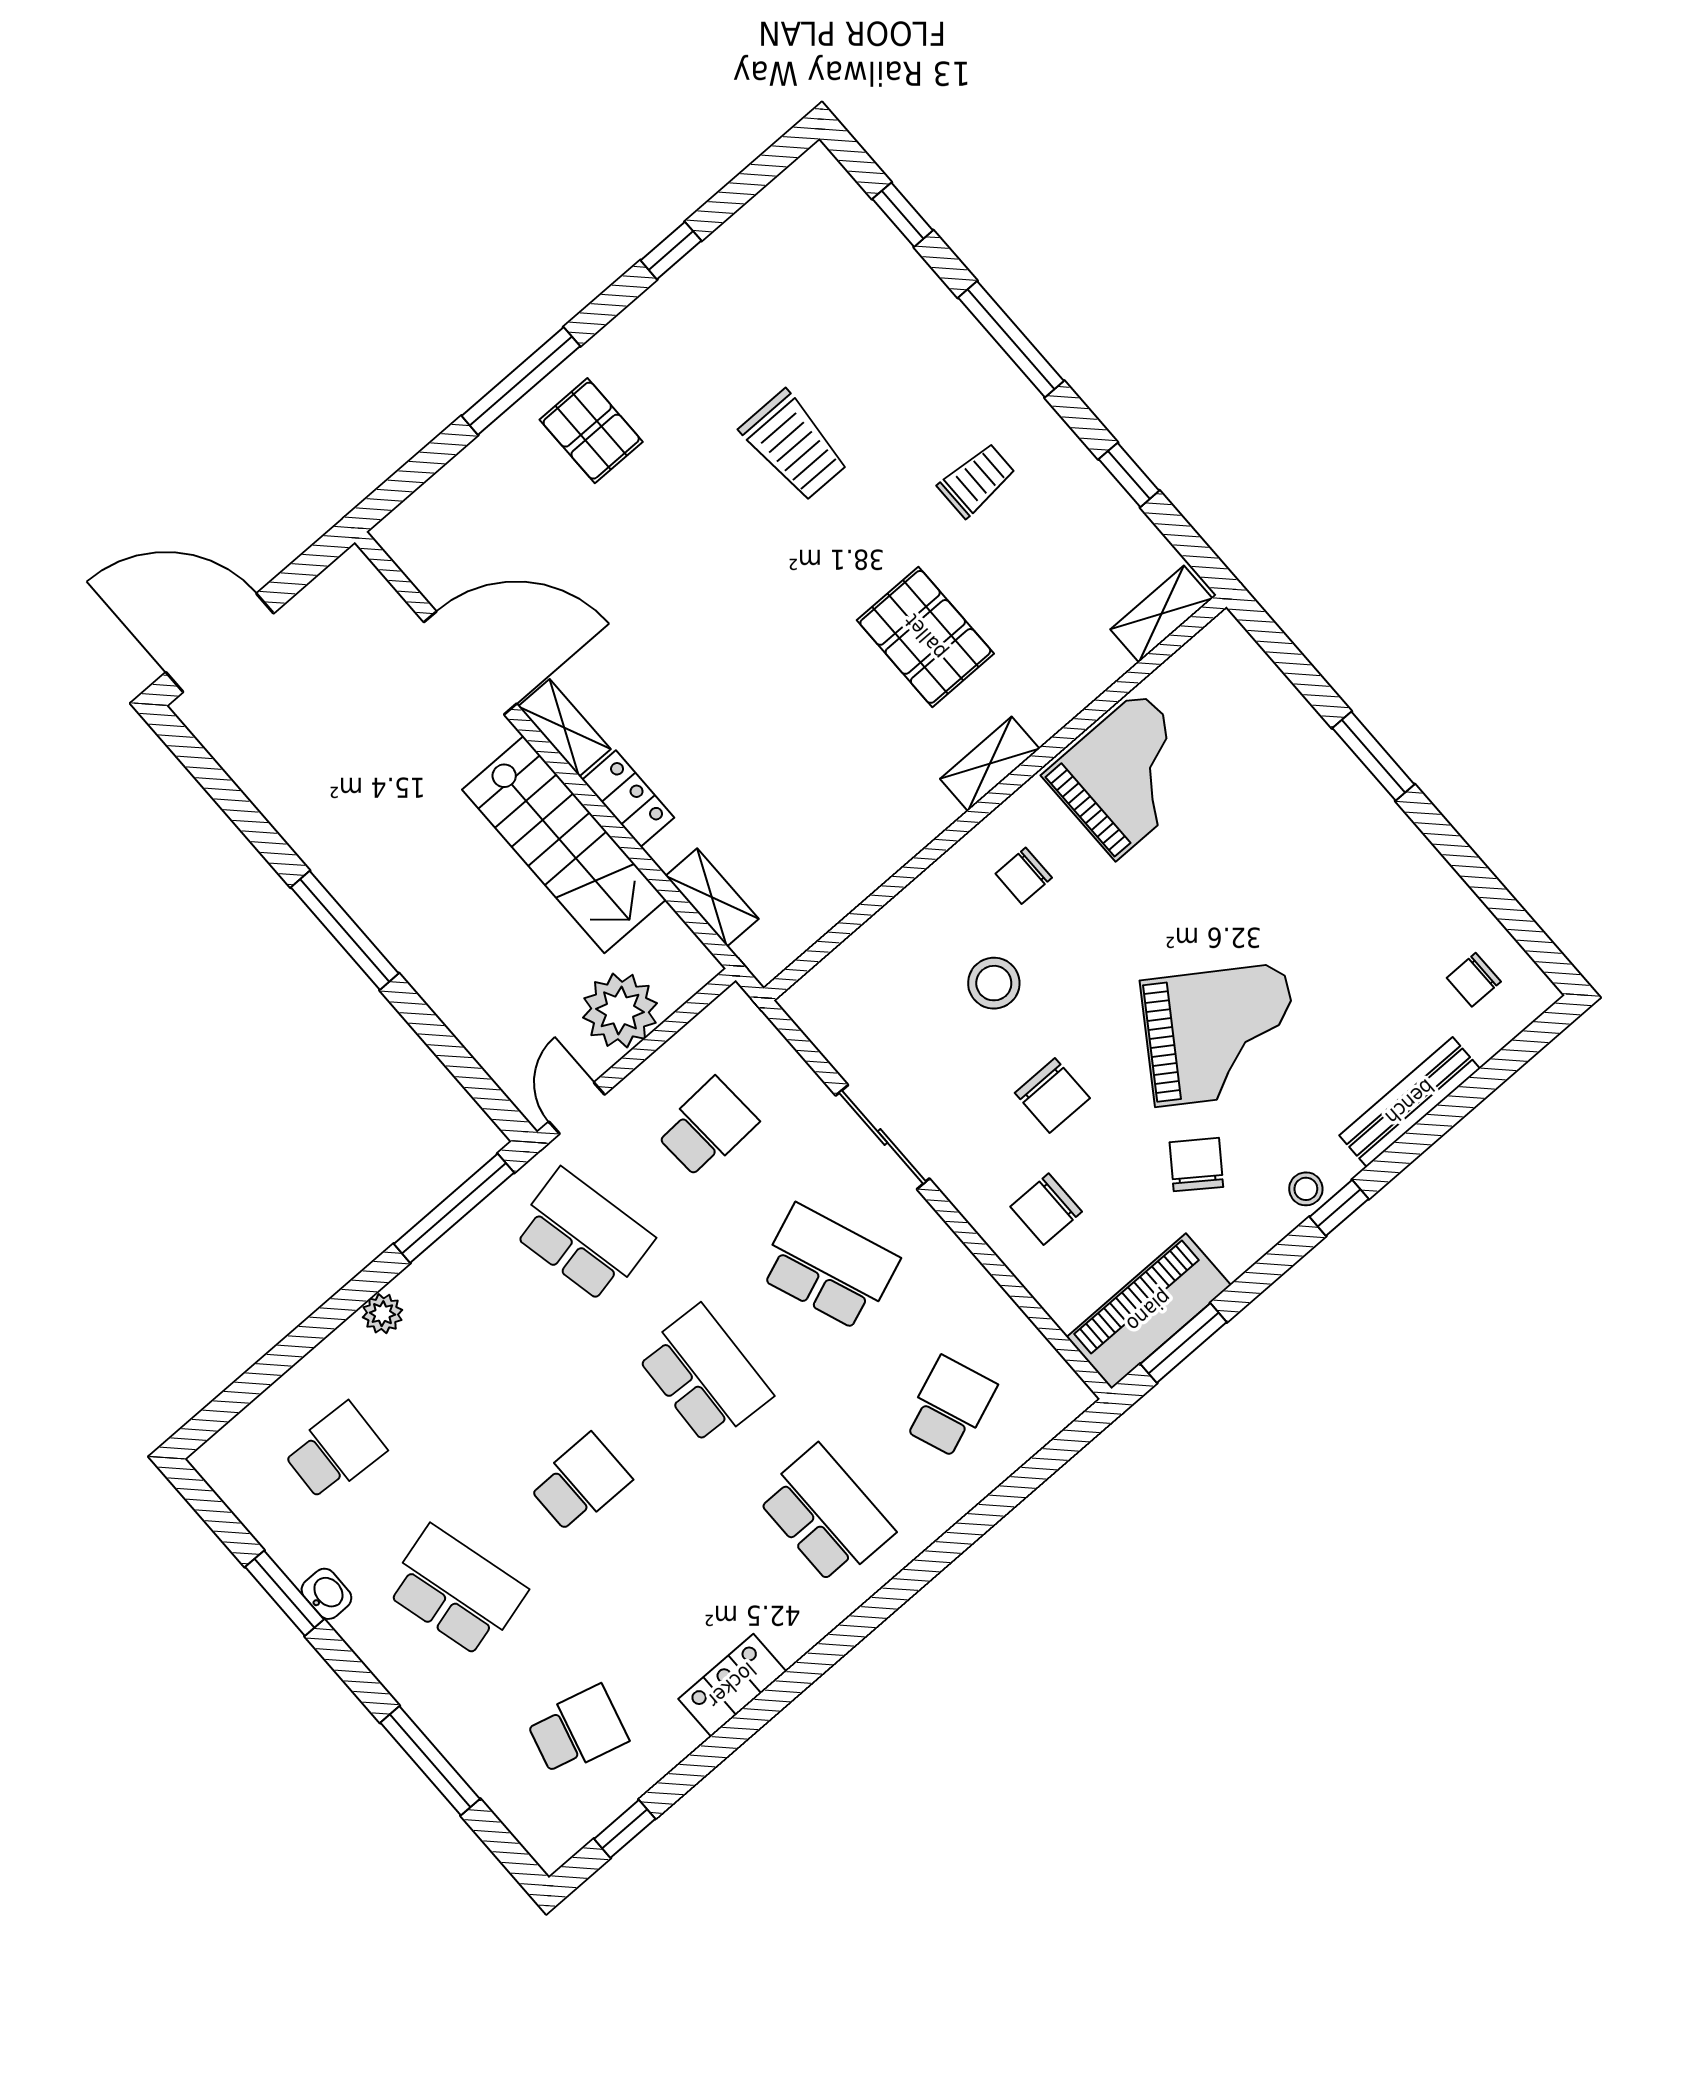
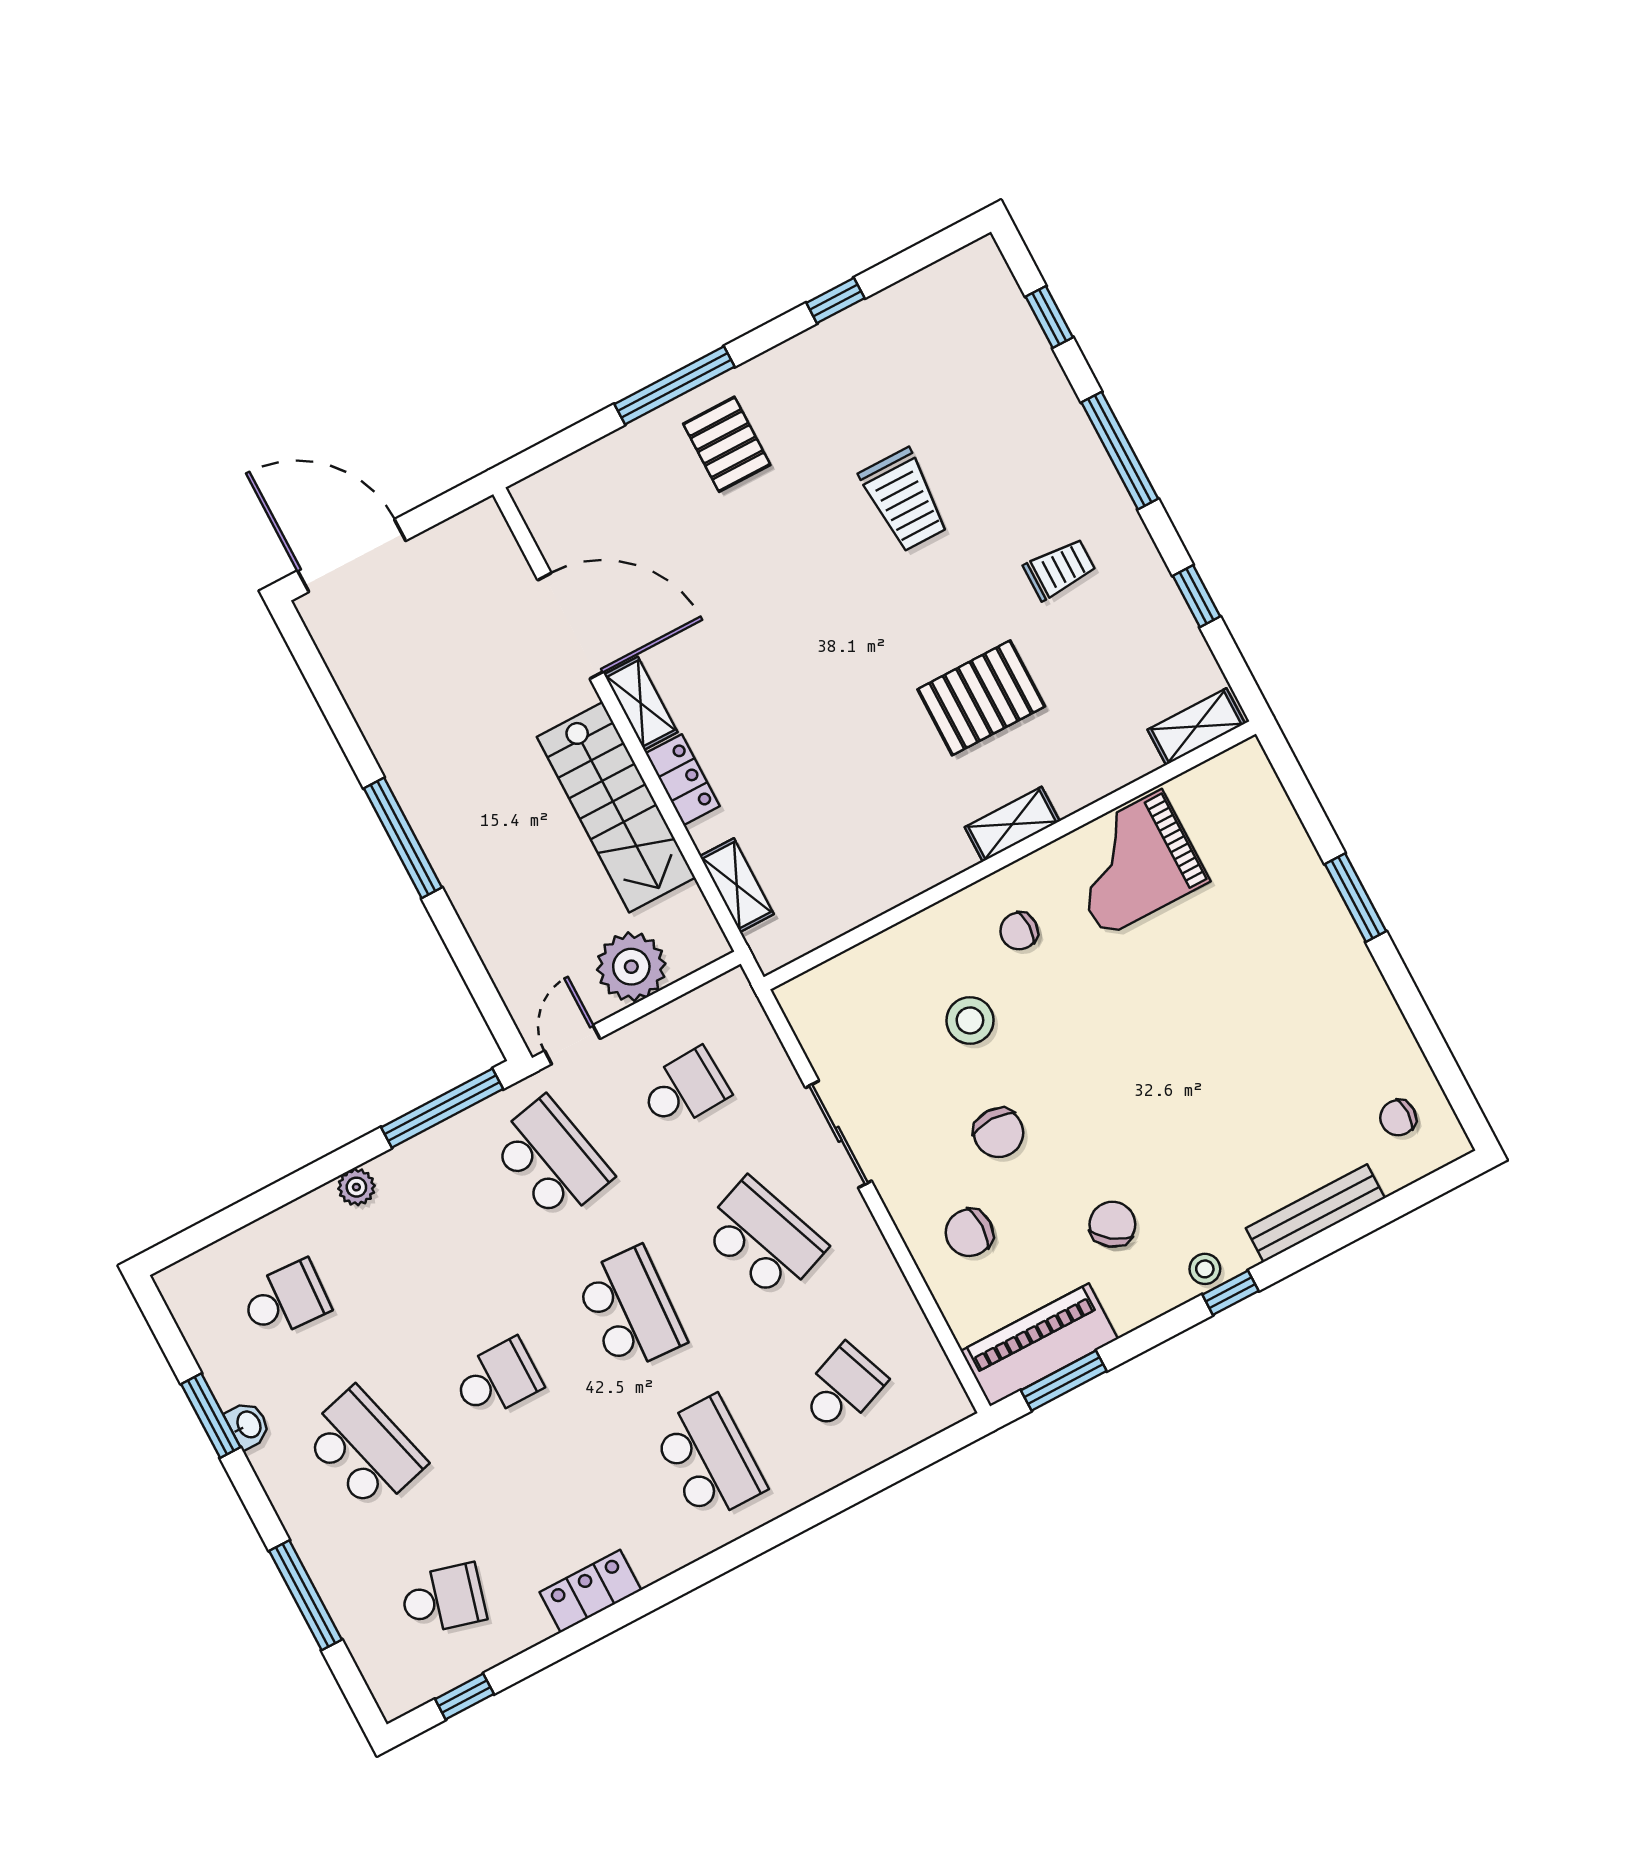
pallet: (925, 637) -> (981, 698), turned 90
grand piano: (1128, 775) -> (1133, 863), turned 180
grand piano: (1221, 1035) -> (1161, 1114), removed

